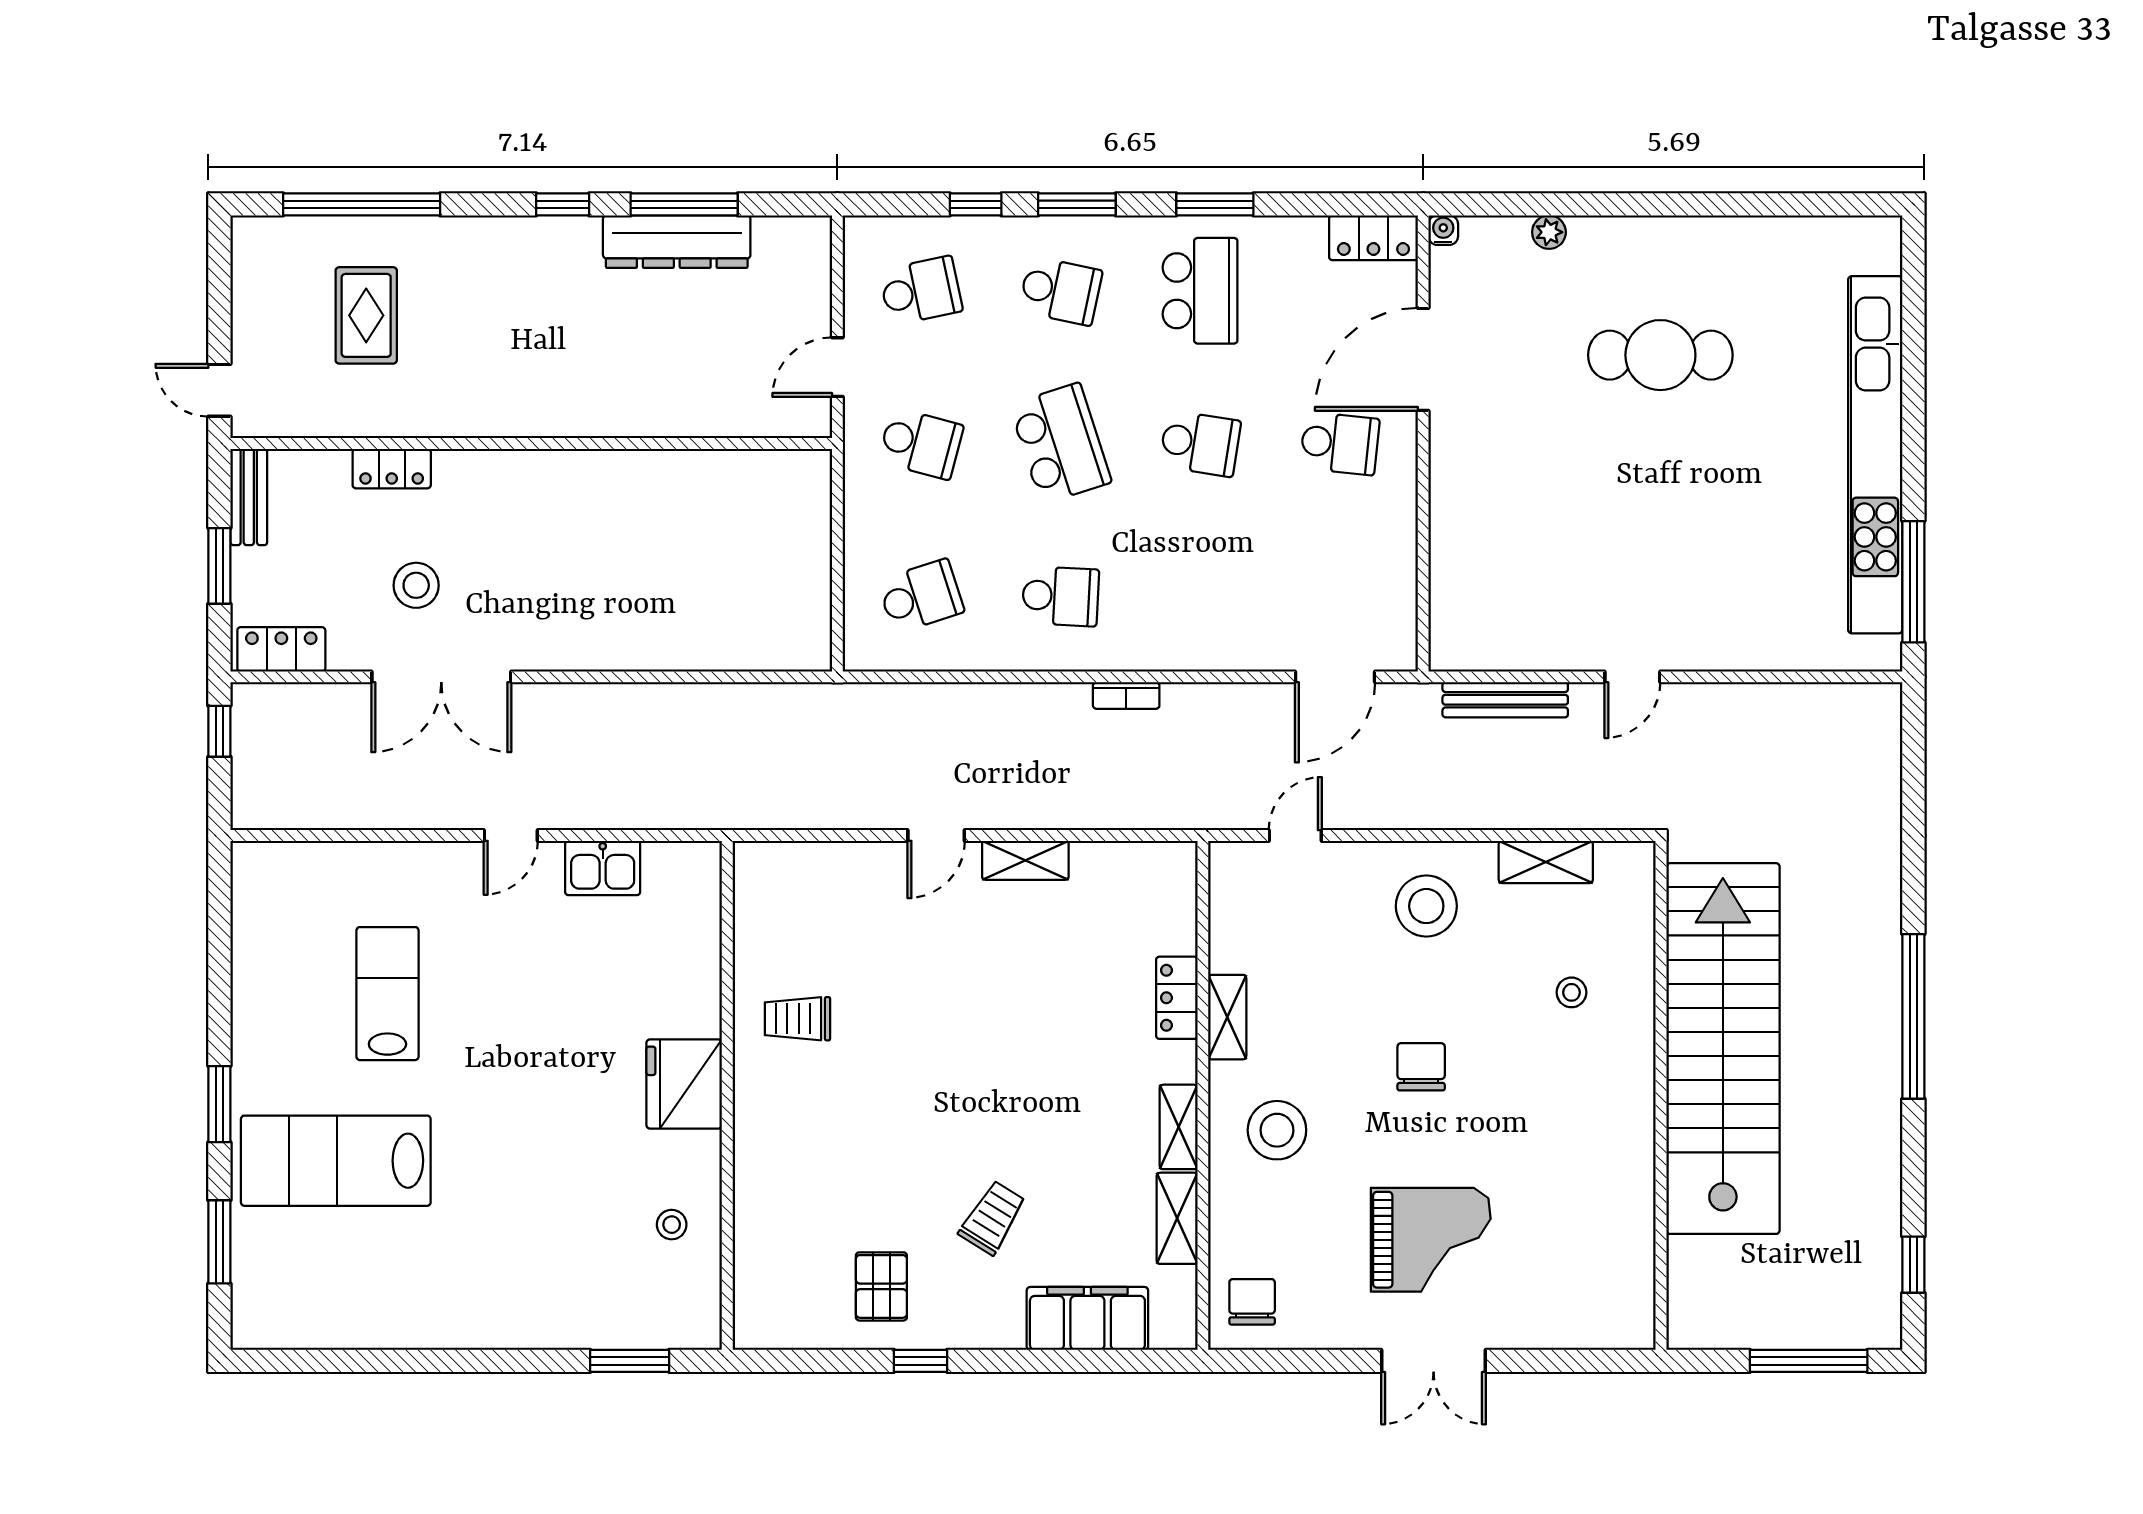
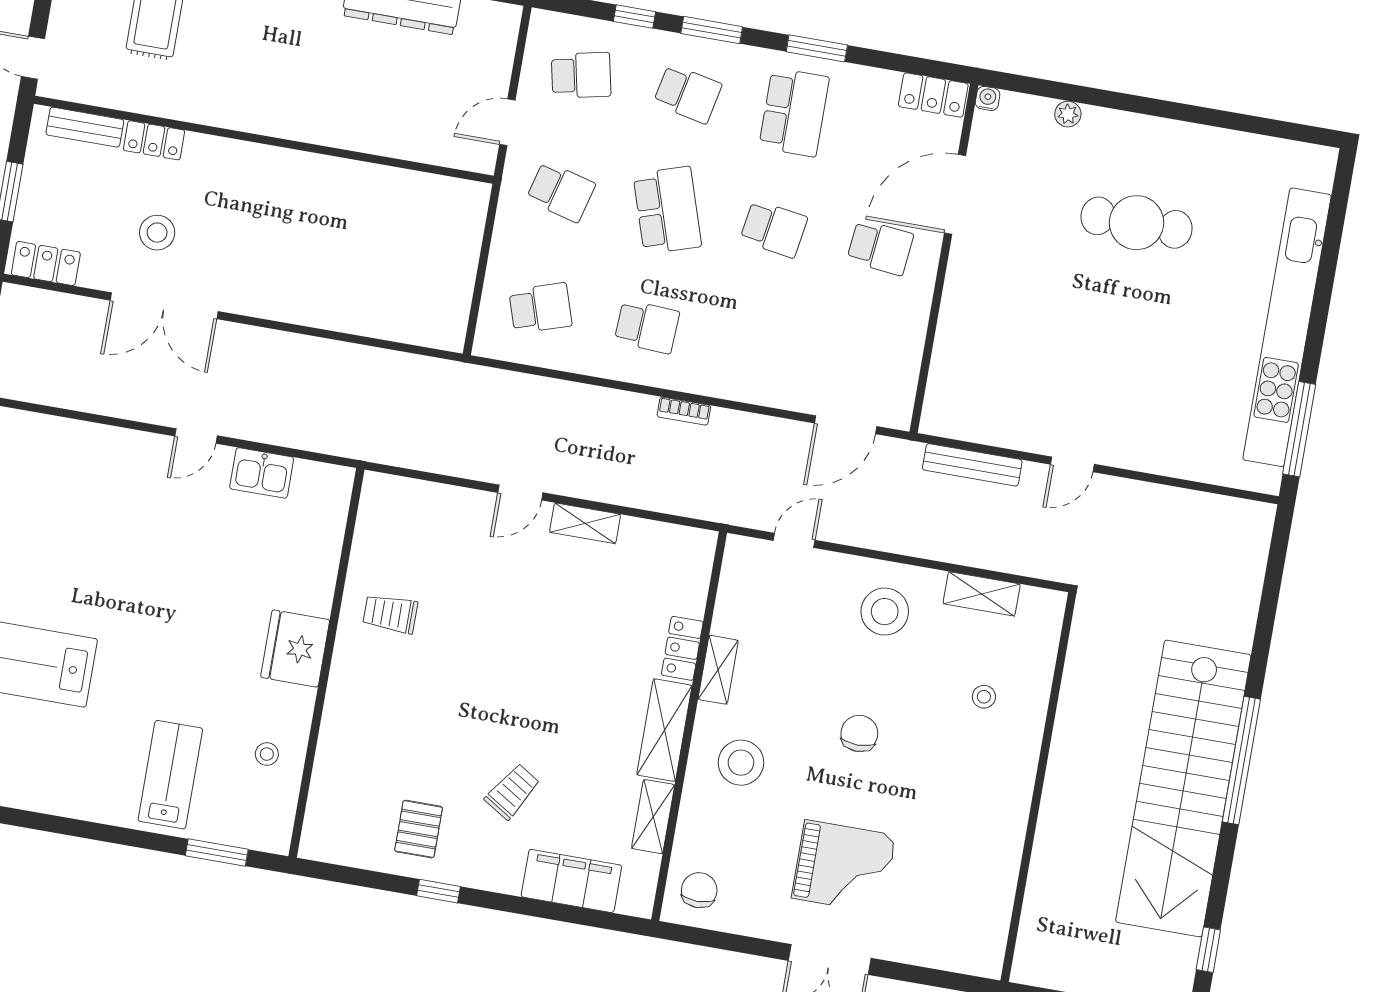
bench: (249, 497) -> (85, 127), moved, turned 90
lab bench: (387, 994) -> (170, 775), moved
stairs: (1723, 1049) -> (1183, 788), moved, turned 180
shelving: (1179, 1127) -> (664, 730), width x1.50, depth x1.33

